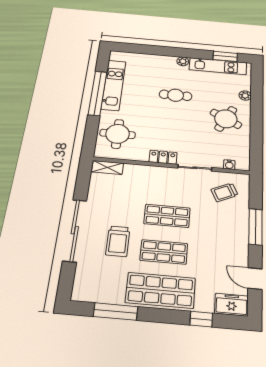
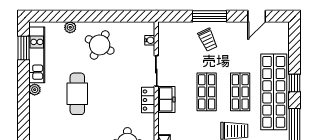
cafe table: (176, 95) -> (77, 94), width x1.37, depth x1.35
trolley: (224, 192) -> (208, 40), moved
shop shelf: (161, 290) -> (274, 92), width x1.40
freezer: (232, 305) -> (166, 99), moved, turned 180
window: (201, 319) -> (294, 83), moved

